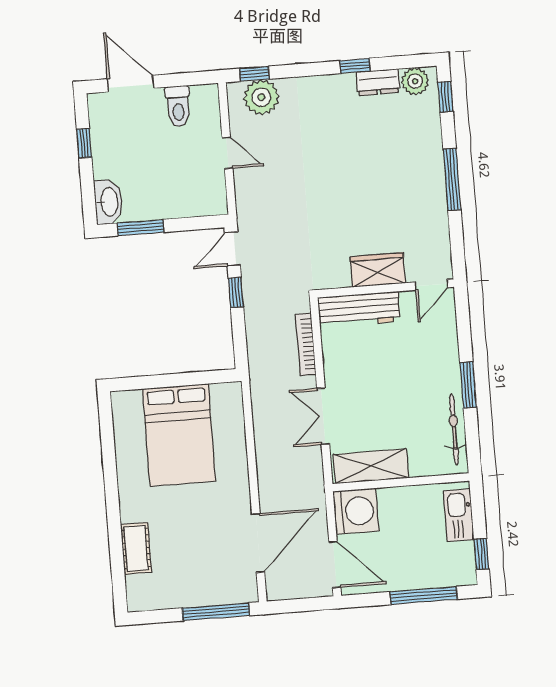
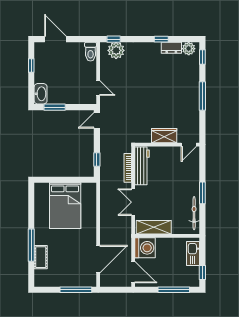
toilet: (178, 106) -> (91, 52), moved
door: (227, 153) -> (98, 88), moved
window: (236, 292) -> (97, 160), moved
workbench: (359, 309) -> (142, 166), moved, turned -90
window: (114, 525) -> (31, 245), added

